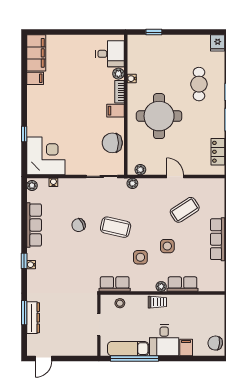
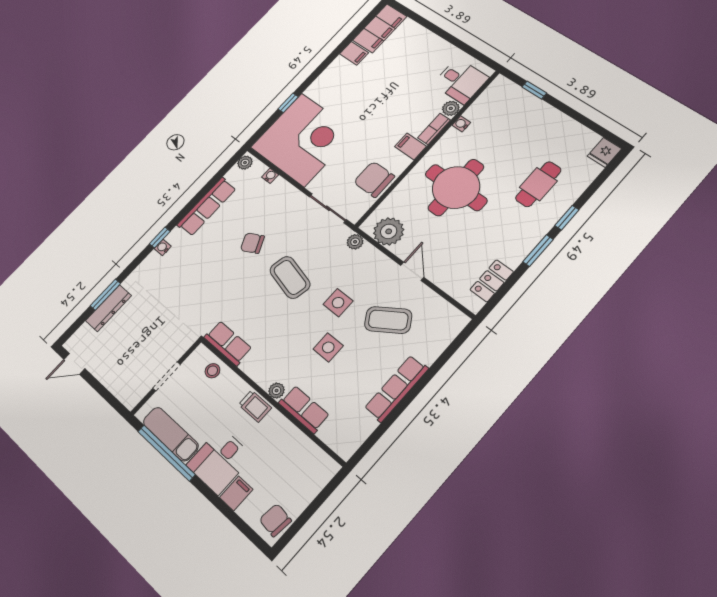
corner desk: (46, 156) -> (303, 140), width x1.36, depth x1.36
plant: (140, 170) -> (389, 231), width x1.87, depth x1.87
side table: (140, 257) -> (338, 303), moved

